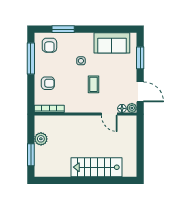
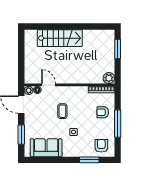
window: (31, 58) -> (118, 124), moved
plant: (41, 139) -> (109, 78), moved

